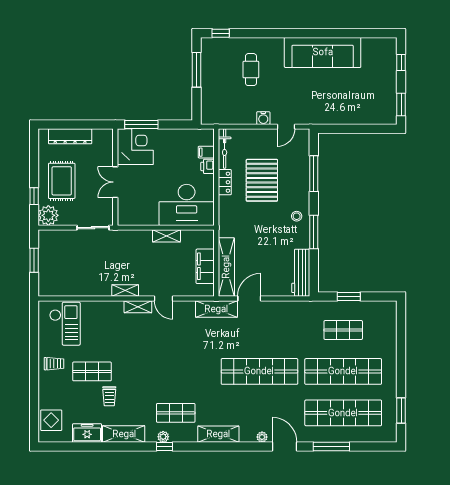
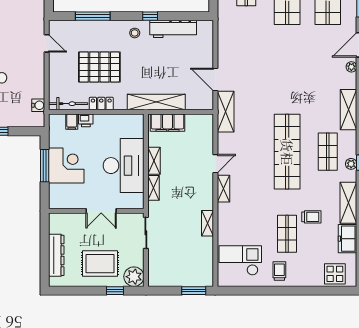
water cooler: (263, 118) -> (38, 105), moved
window: (141, 125) -> (45, 166), moved
corner desk: (135, 147) -> (66, 166), moved, turned 90
desk: (187, 205) -> (124, 166), moved
window: (314, 232) -> (150, 16), width x0.46
shelving: (139, 235) -> (153, 188), added
window: (34, 260) -> (194, 291), moved
filing cabinet: (205, 266) -> (167, 123), moved
shelving: (226, 267) -> (156, 102), moved
workbench: (301, 273) -> (173, 29), moved
shelving: (125, 290) -> (208, 223), moved
shop shelf: (259, 371) -> (287, 152), moved

